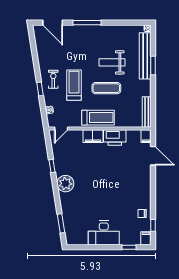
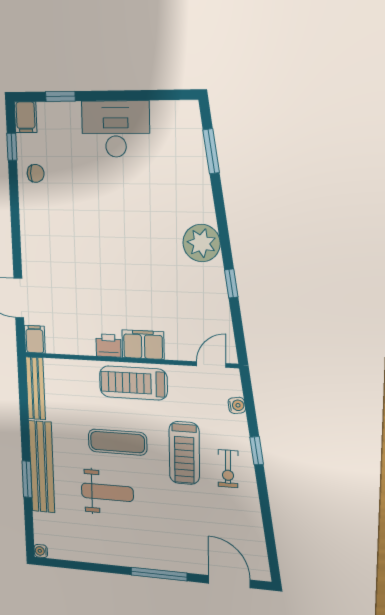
bench: (145, 56) -> (42, 467), moved
printer: (115, 137) -> (108, 346), width x0.53, depth x0.68

